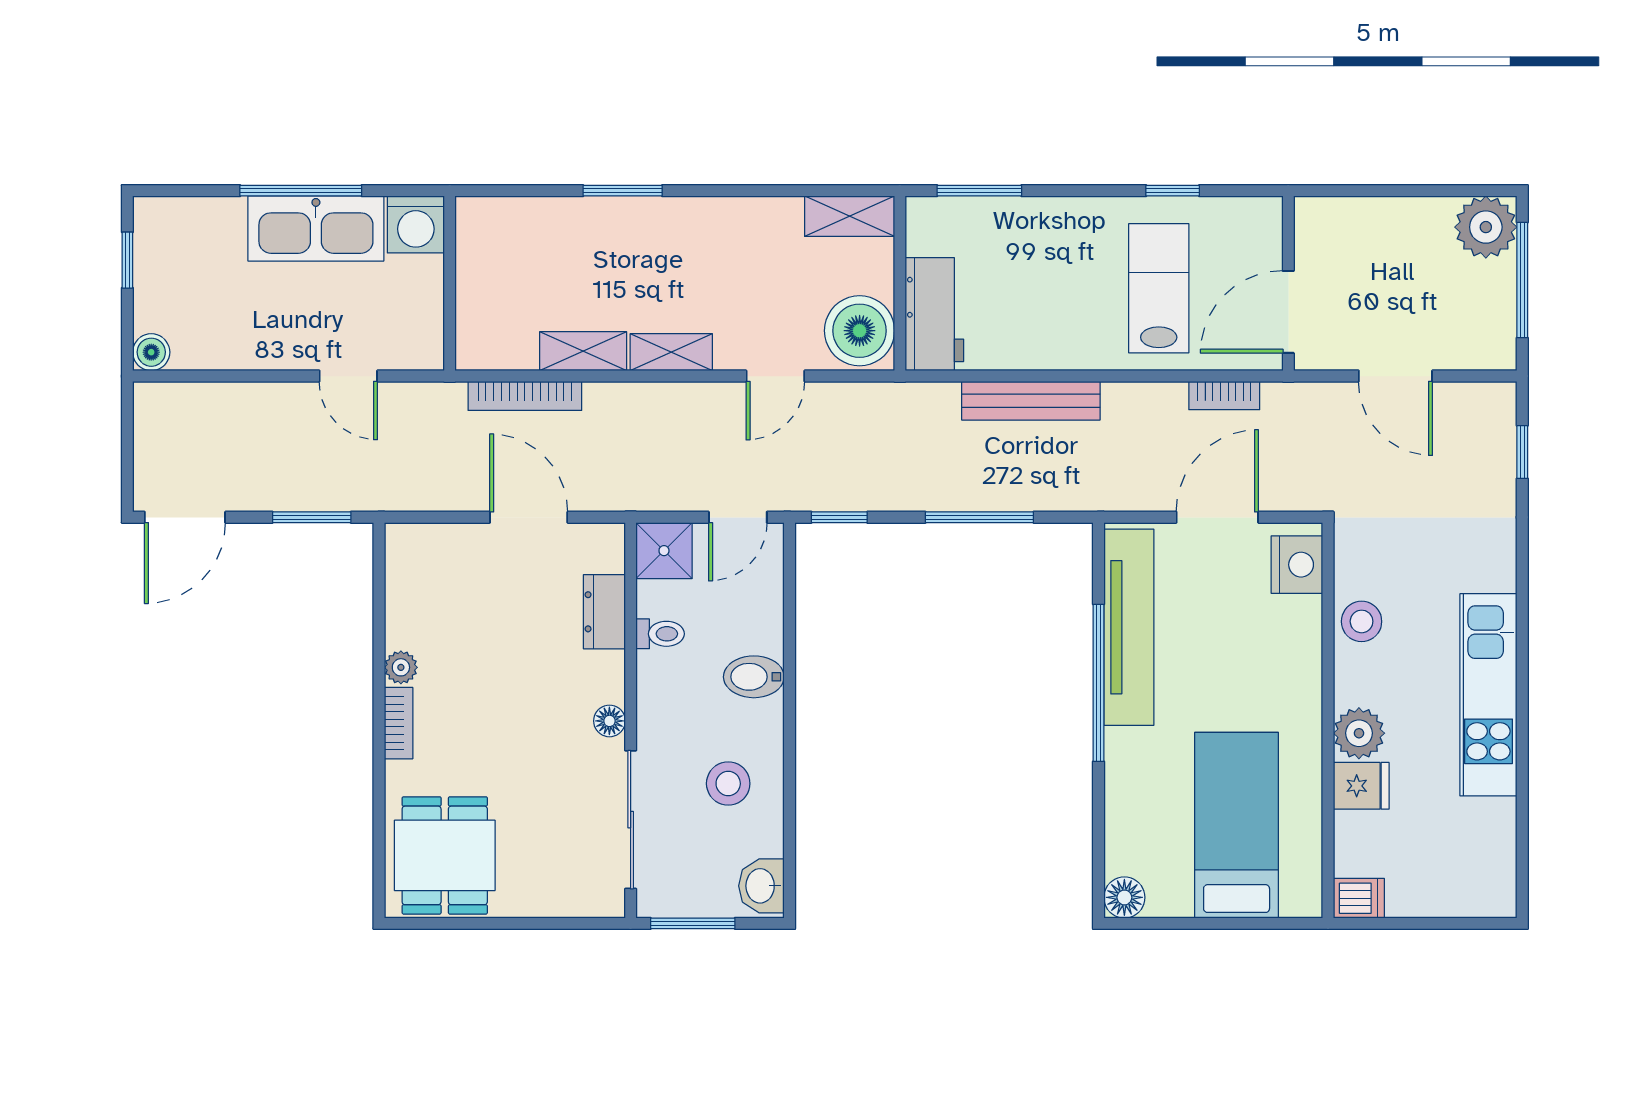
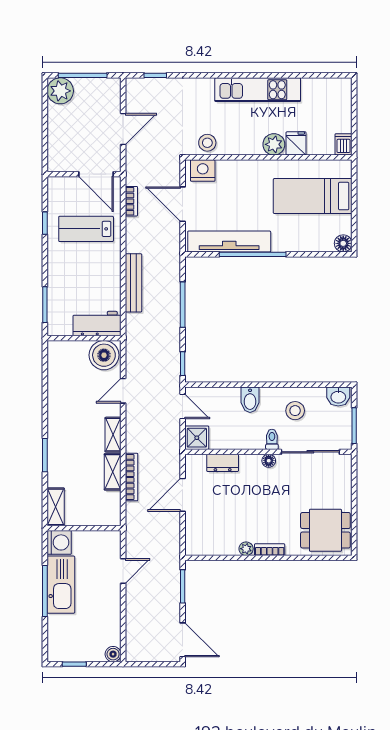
shelving: (850, 216) -> (56, 507), moved
door: (775, 376) -> (123, 391), swing flipped
bookcase: (525, 396) -> (131, 477), moved
stool: (1362, 621) -> (207, 143), moved
toilet: (660, 634) -> (272, 439), moved

